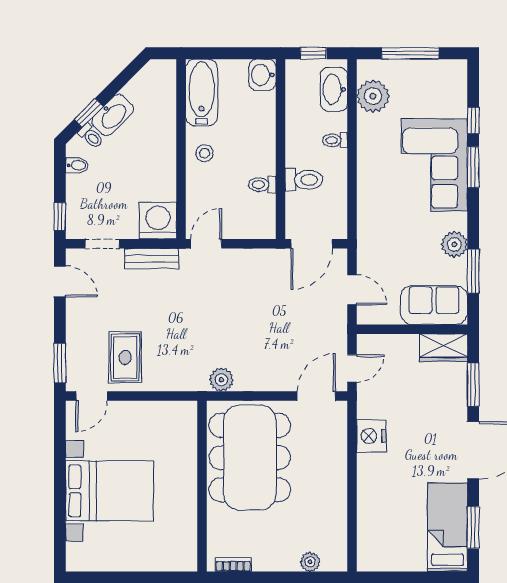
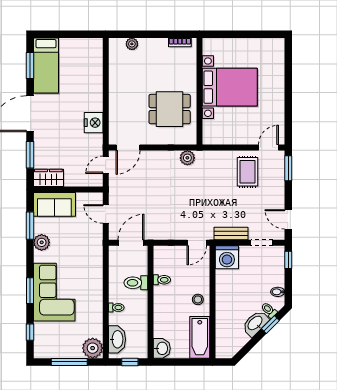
plant: (373, 96) -> (93, 348), moved
window: (473, 121) -> (30, 332), moved
dining table: (250, 458) -> (170, 109), width x0.53, depth x0.80
bed with nightstands: (109, 491) -> (230, 87), moved, turned 180

